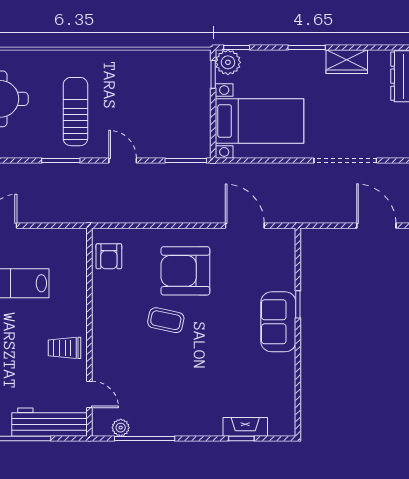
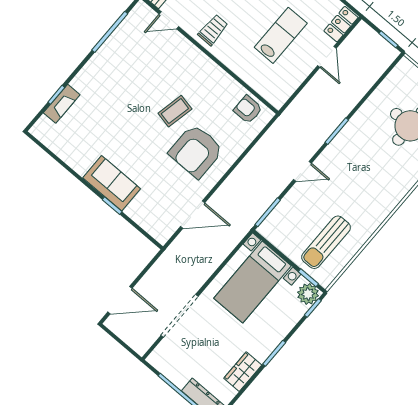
sun lounger: (75, 112) -> (326, 242), moved, turned 90
armchair: (185, 271) -> (196, 151), turned 180
plant: (121, 428) -> (130, 22), removed

